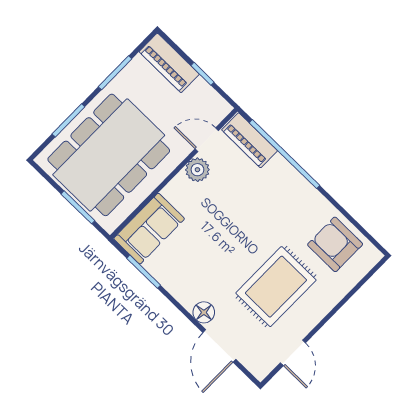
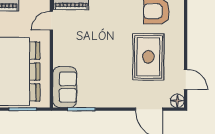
plant: (197, 170) -> (60, 39), removed
floor lamp: (204, 312) -> (177, 101), moved

